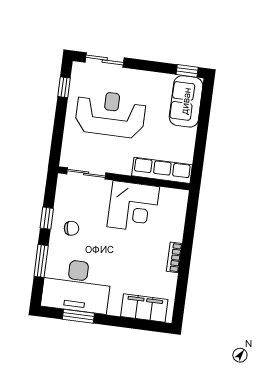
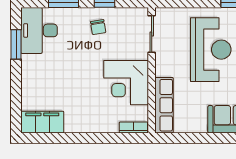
bookcase: (174, 257) -> (133, 127), moved
desk: (76, 286) -> (39, 30), width x0.73, depth x0.77
filing cabinet: (144, 308) -> (42, 122), moved, turned -90

